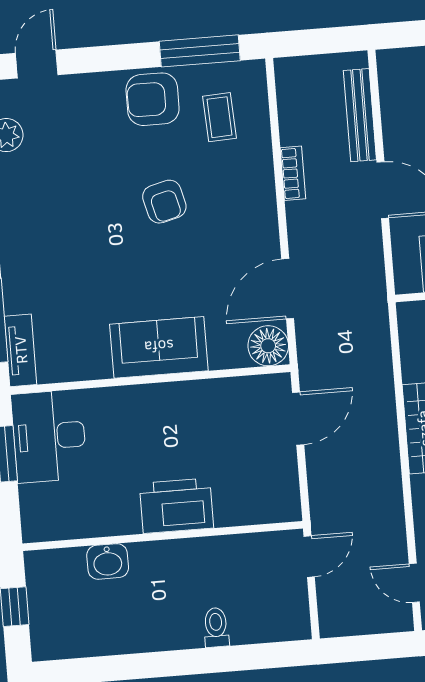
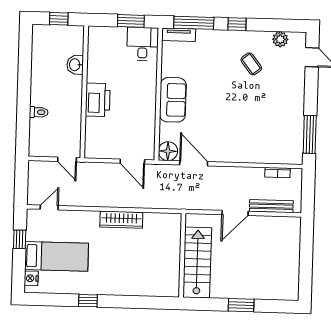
armchair: (153, 99) -> (290, 110), removed
coffee table: (220, 117) -> (251, 64), moved, turned 55
bookcase: (293, 173) -> (278, 173), moved
armchair: (164, 202) -> (241, 110), removed
desk: (49, 436) -> (143, 44), width x0.73

